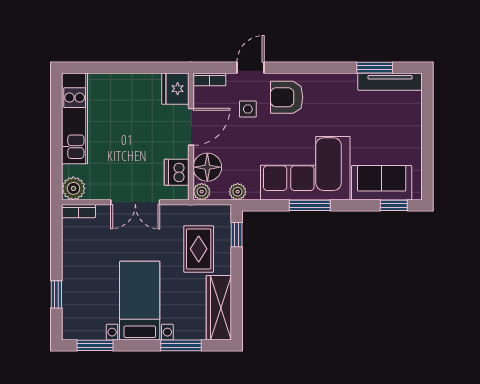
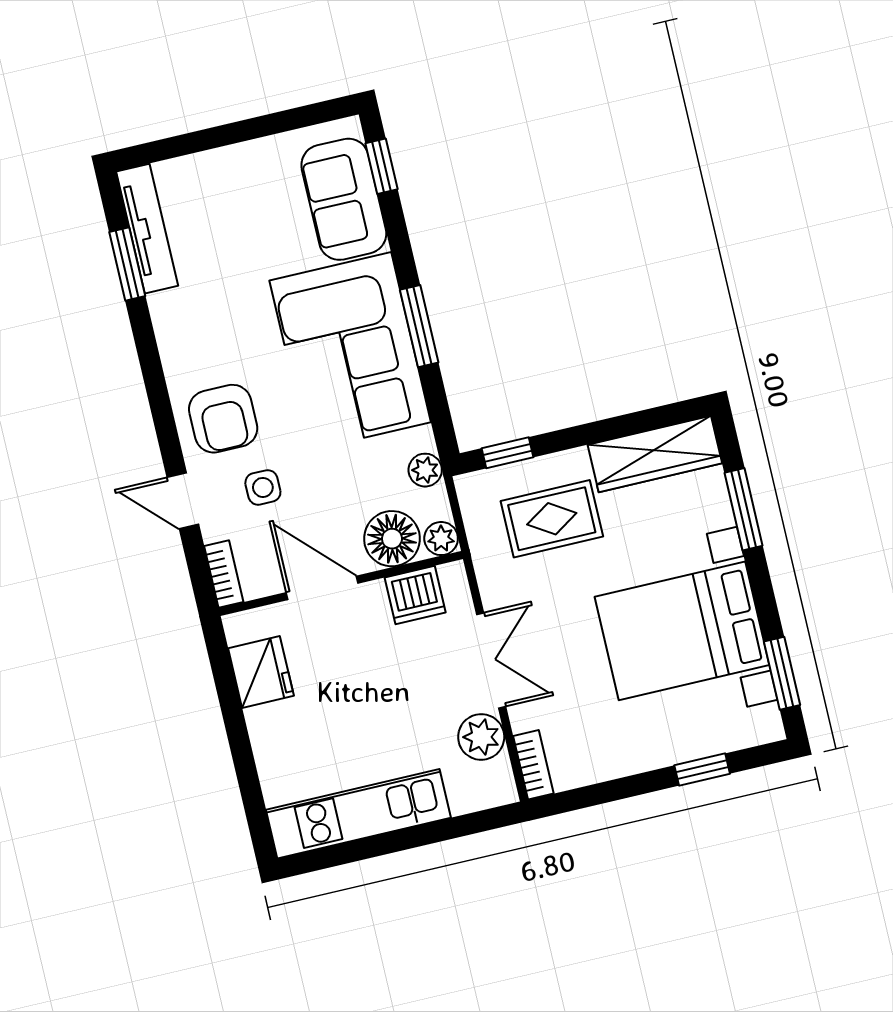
fridge: (175, 89) -> (261, 672), moved, turned -90
plant: (73, 188) -> (481, 737), moved
bed with nightstands: (140, 301) -> (682, 631), width x1.36

